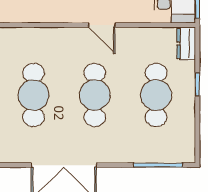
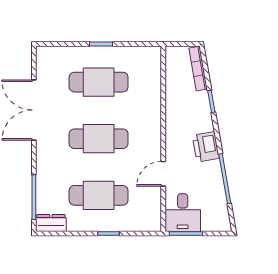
door: (102, 25) -> (163, 174), moved
dresser: (186, 43) -> (51, 223), moved

